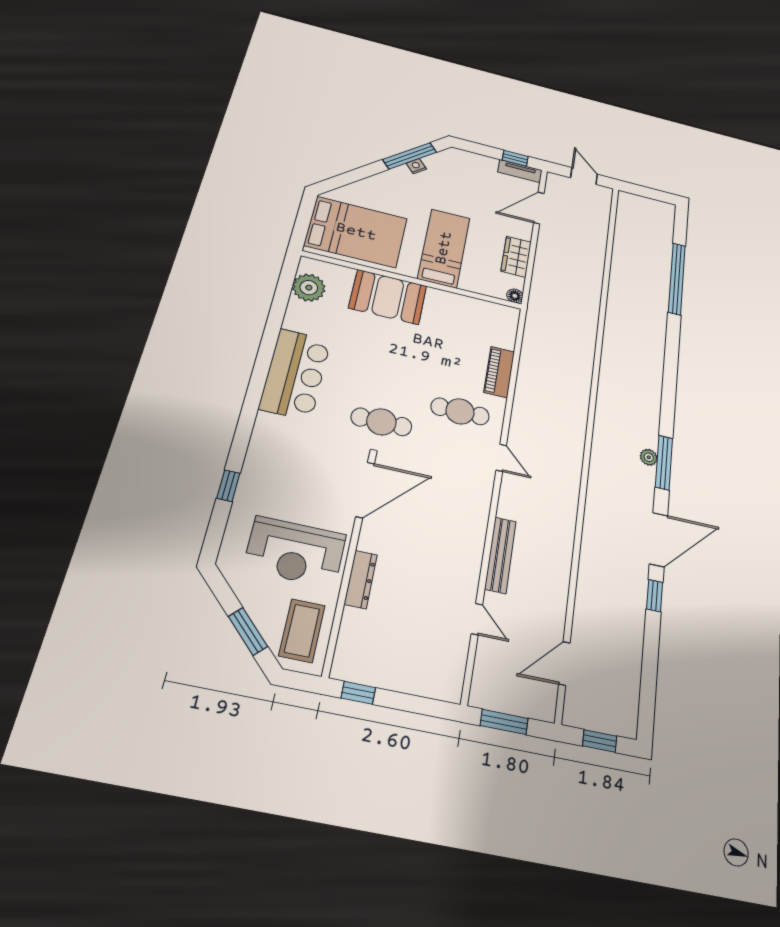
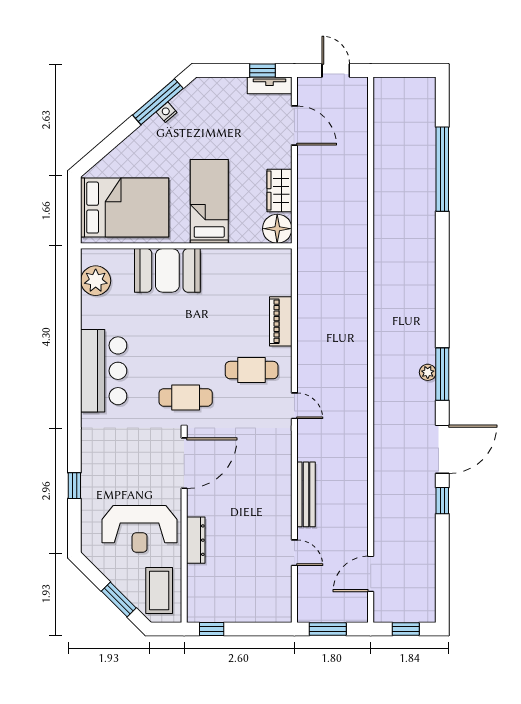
door: (539, 208) -> (294, 125), swing flipped
floor lamp: (515, 296) -> (277, 229), width x1.89, depth x1.89

